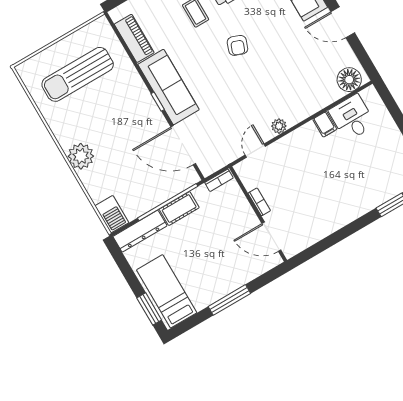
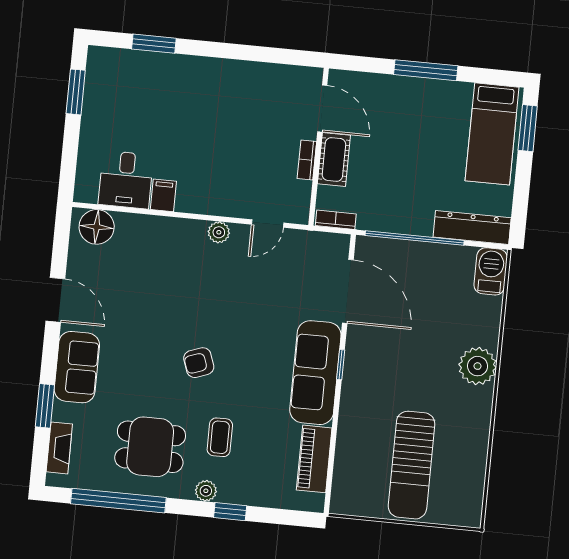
armchair: (237, 45) -> (199, 363), turned -130
sun lounger: (78, 74) -> (412, 465), turned 90
cot: (179, 209) -> (334, 159), moved, turned 90

